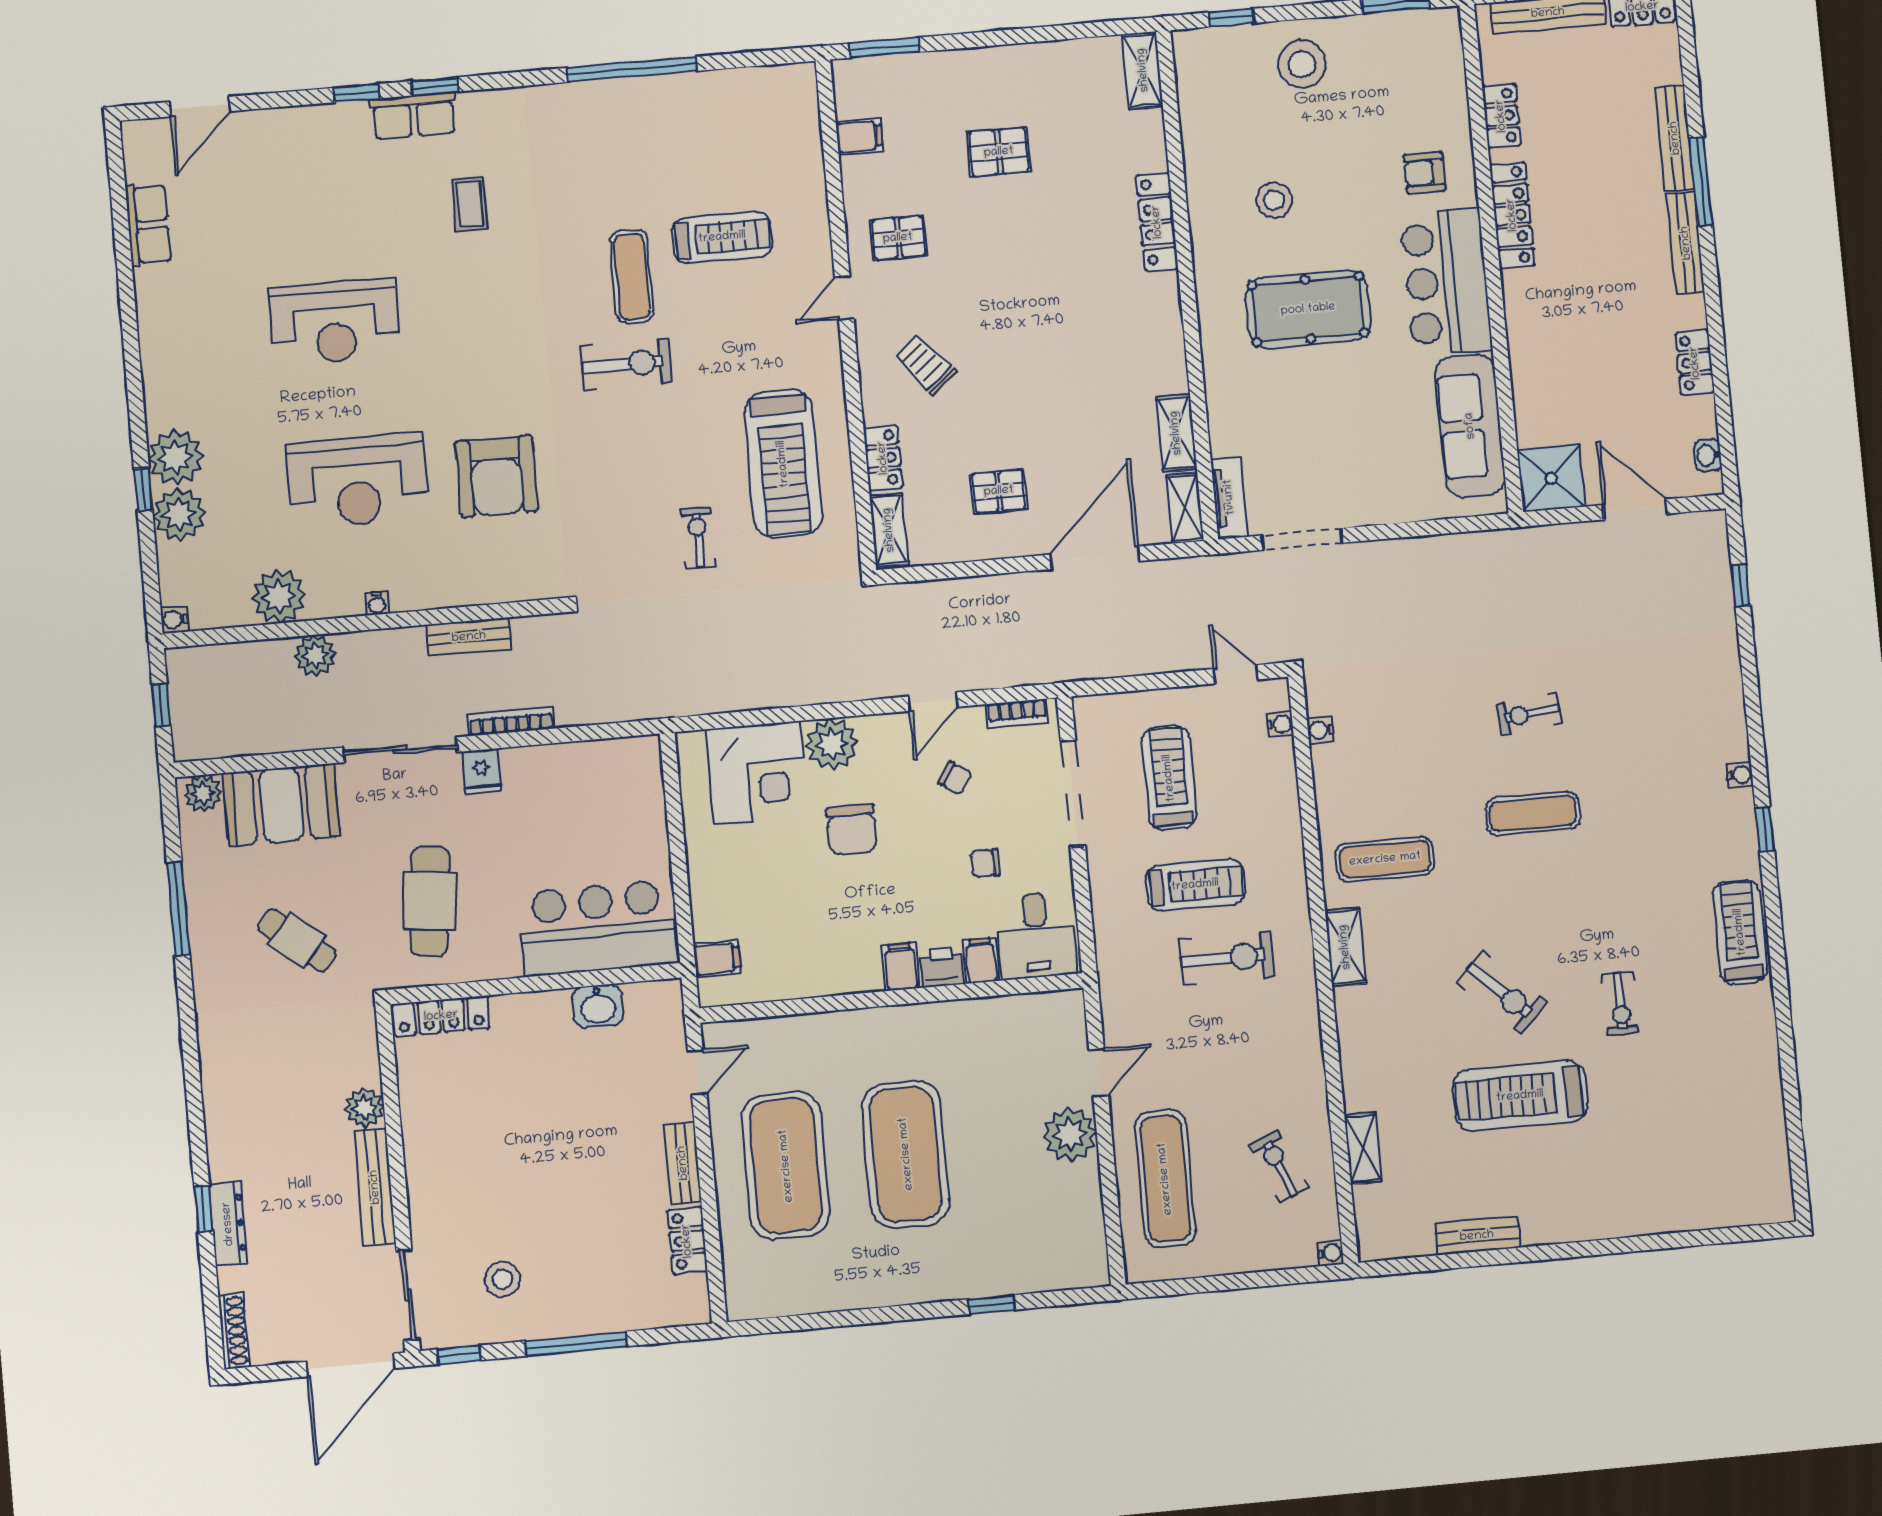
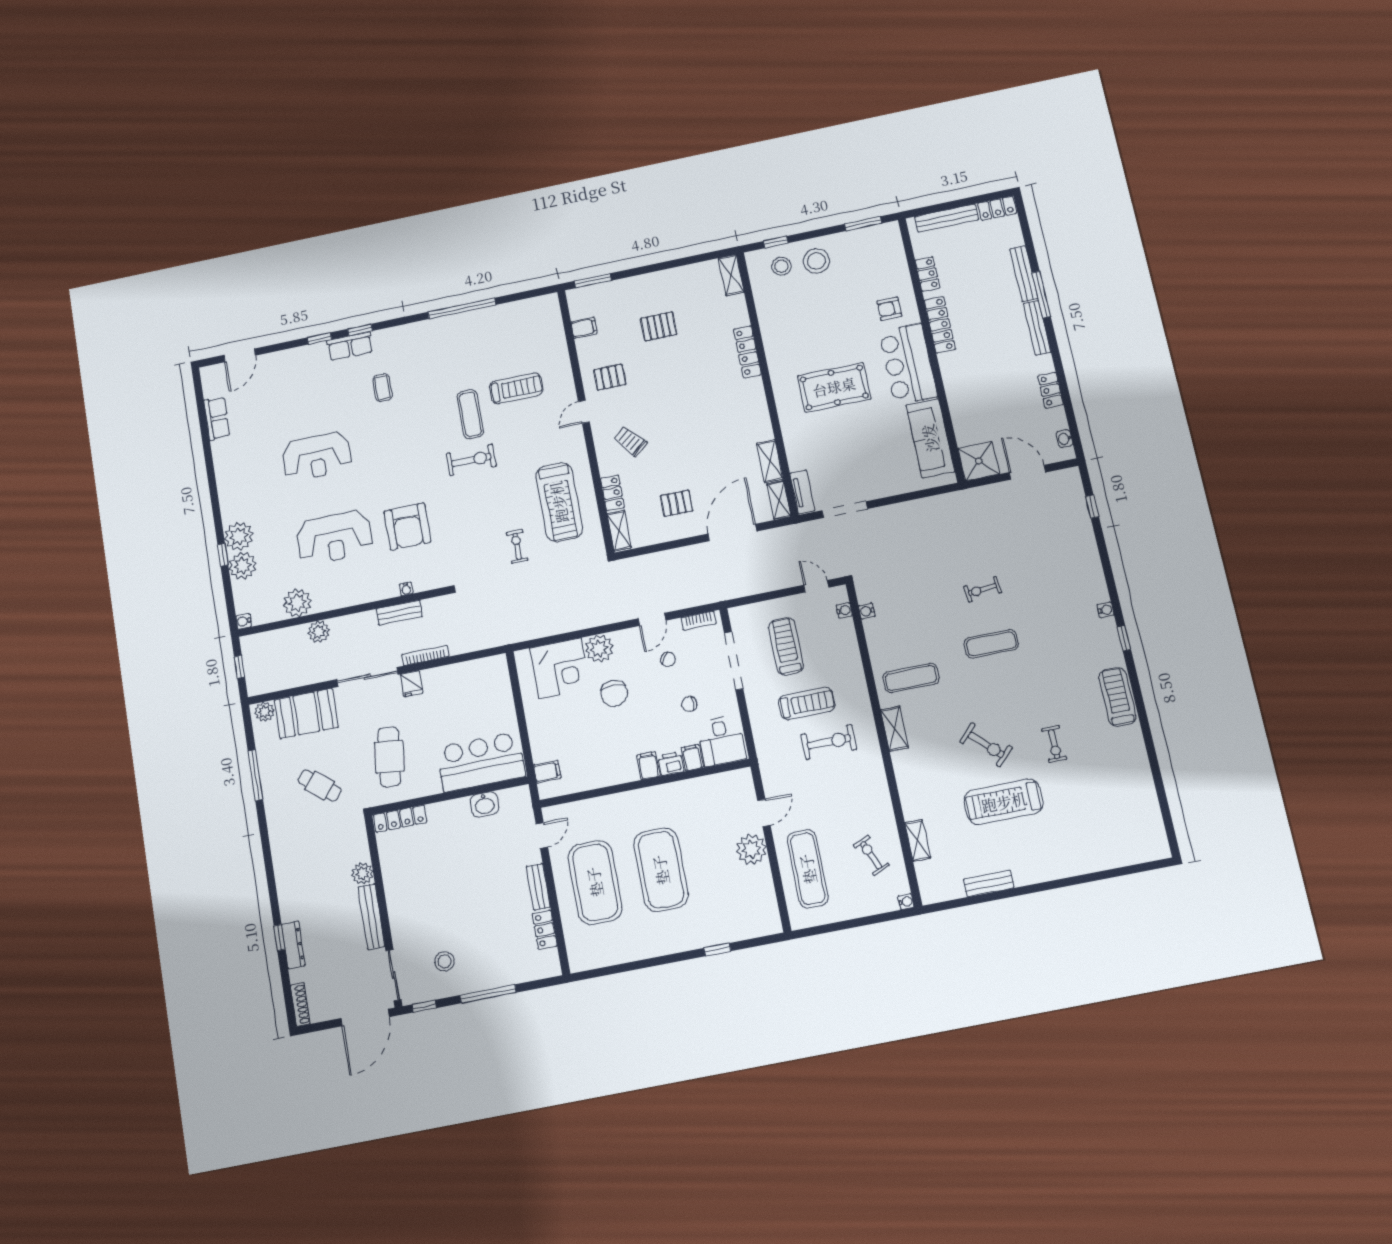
stool: (1274, 200) -> (782, 266), moved
water cooler: (377, 603) -> (406, 589), moved

